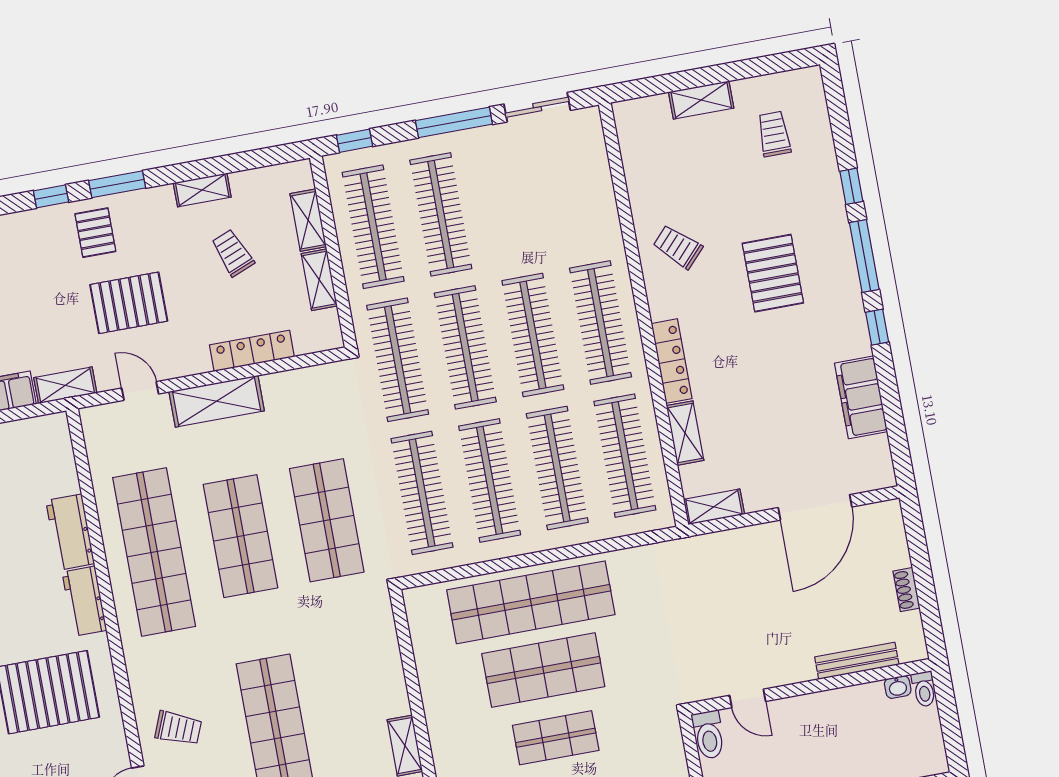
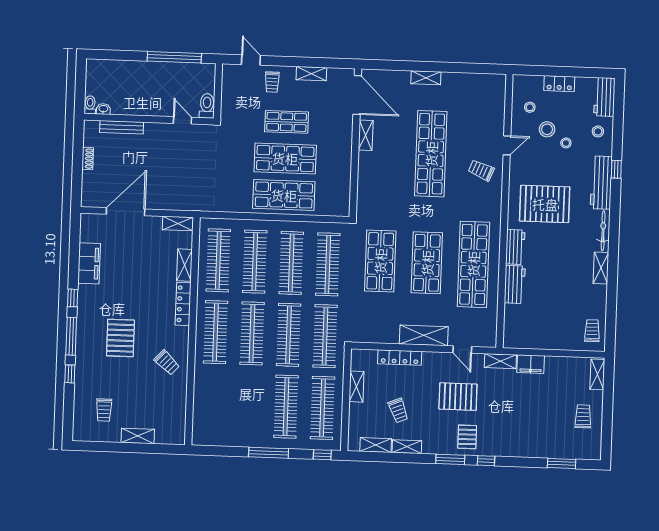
sliding door: (537, 107) -> (224, 451), removed
shelving: (308, 220) -> (376, 445), moved, turned 90
shop shelf: (531, 602) -> (284, 195), width x0.71

